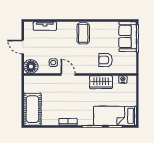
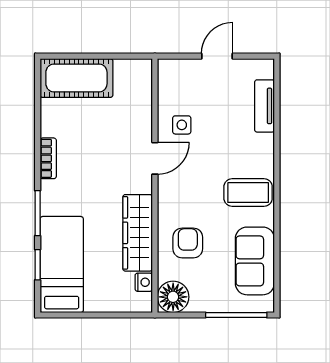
sofa: (128, 37) -> (255, 261), moved, turned -90
floor lamp: (31, 66) -> (173, 297), moved
wardrobe: (101, 82) -> (138, 233), width x1.50

